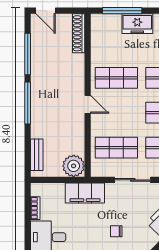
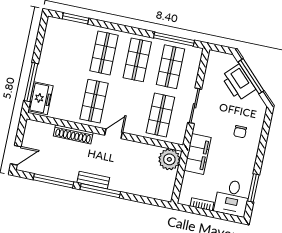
freezer: (137, 24) -> (41, 98), moved
shoe rack: (79, 33) -> (73, 134), moved
bench: (37, 155) -> (93, 180), moved

